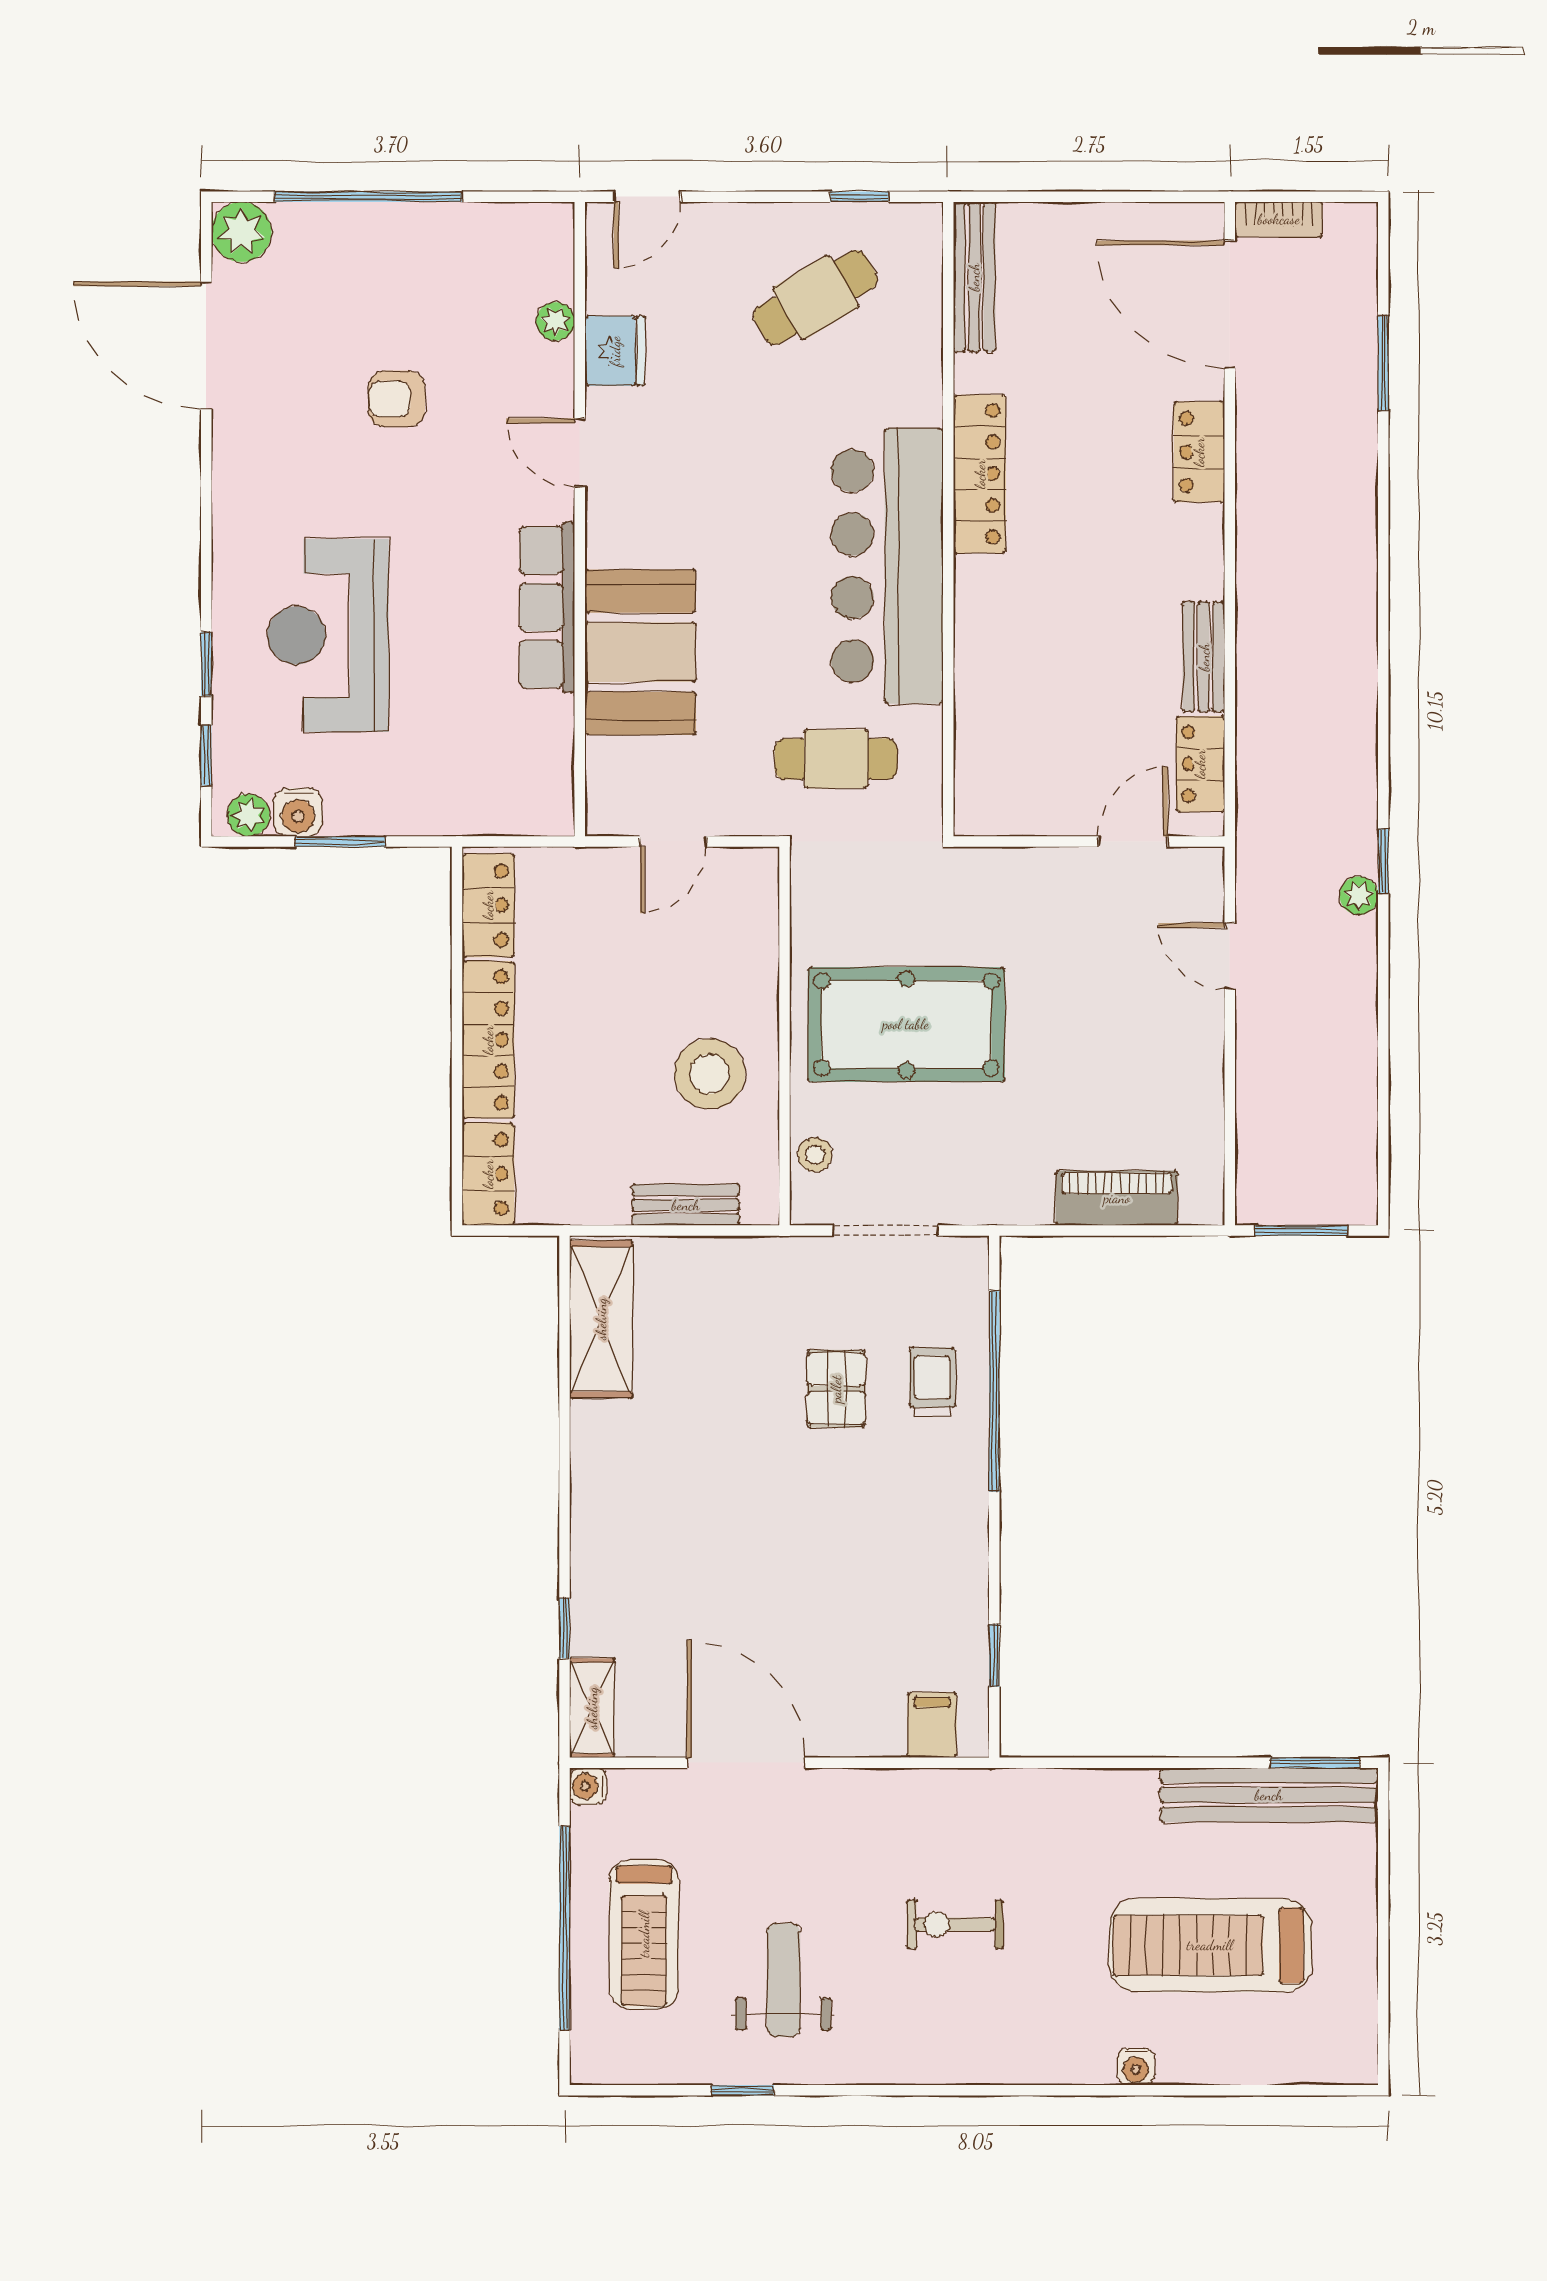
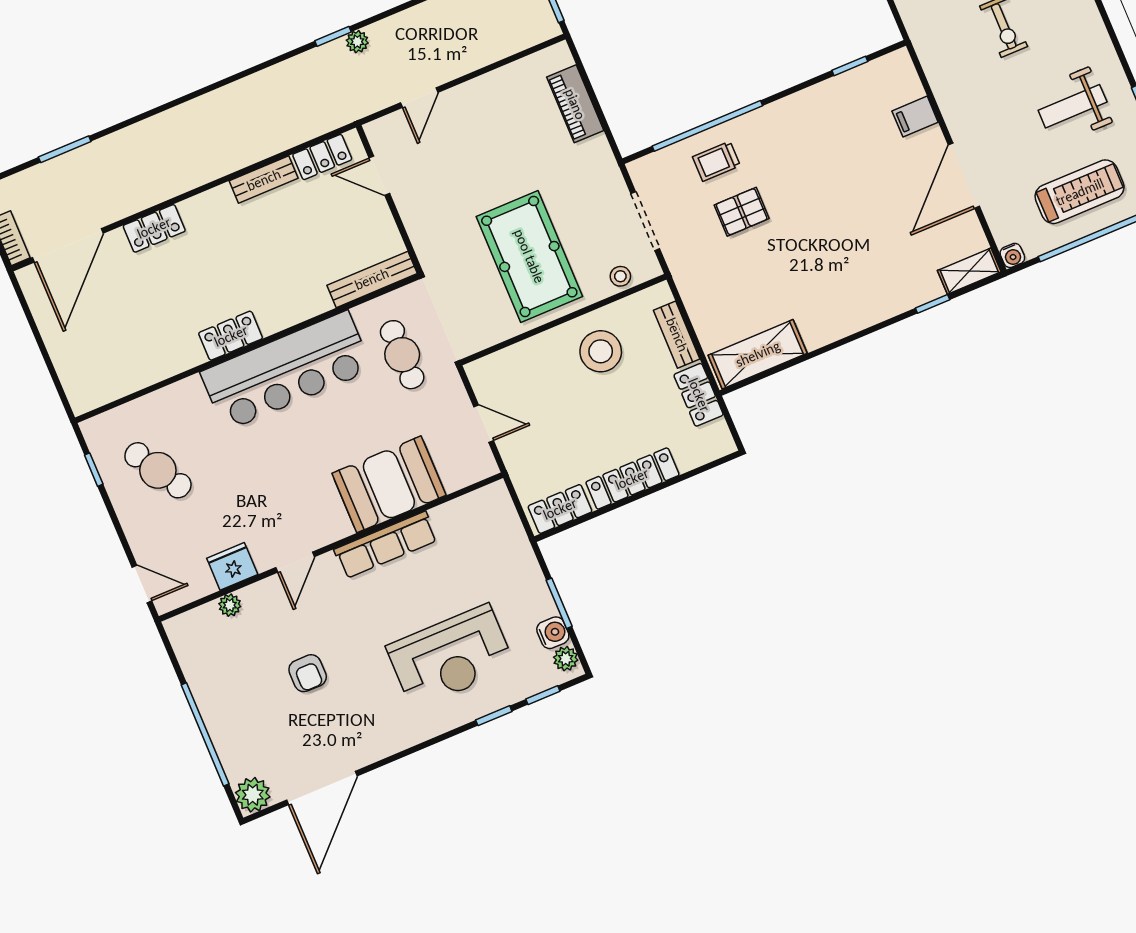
bench: (974, 277) -> (372, 279), moved
locker: (980, 474) -> (231, 336), width x0.66
locker: (488, 1174) -> (699, 395), moved, turned -90
filing cabinet: (932, 1725) -> (915, 117), moved

